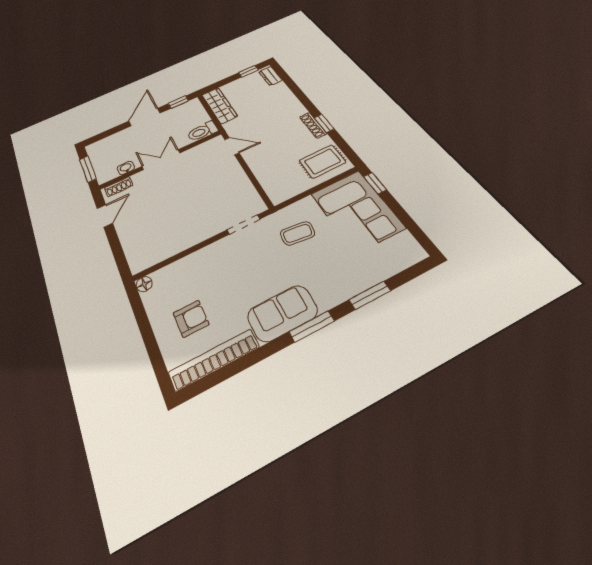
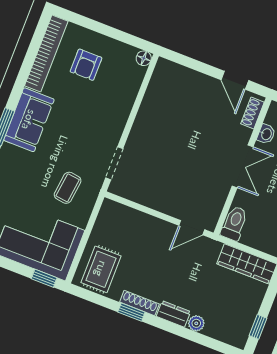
dresser: (270, 76) -> (173, 314), moved
plant: (285, 93) -> (196, 323), added

